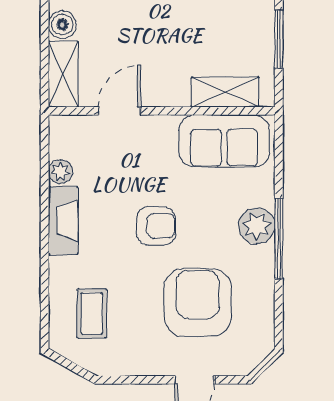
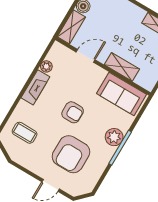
shelving: (225, 92) -> (122, 67), moved
armchair: (198, 303) -> (71, 154), turned 180
coffee table: (92, 313) -> (25, 133), turned 90

